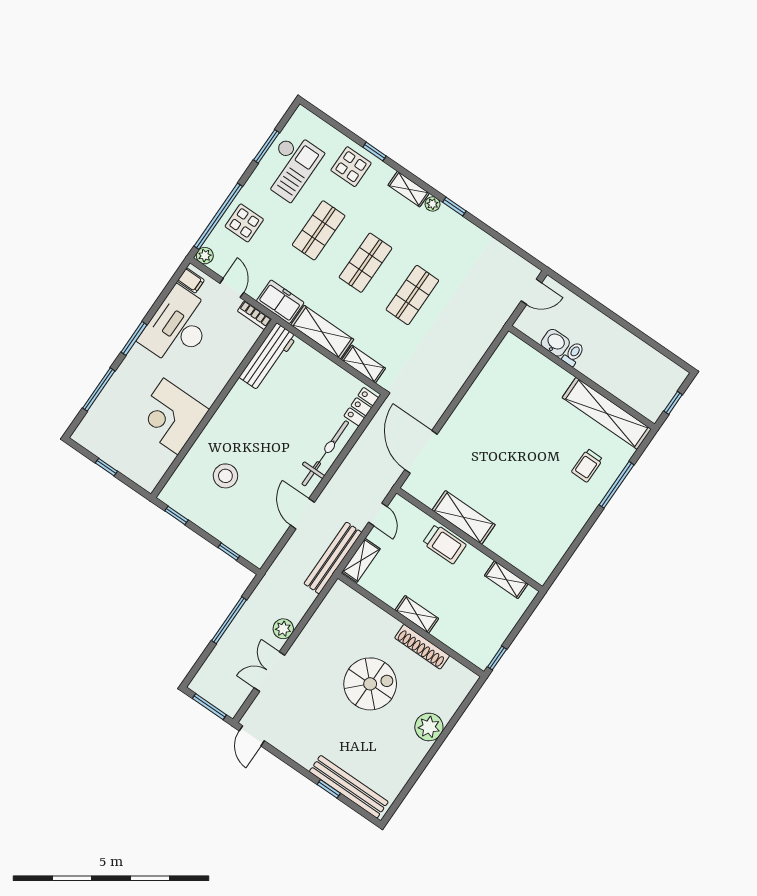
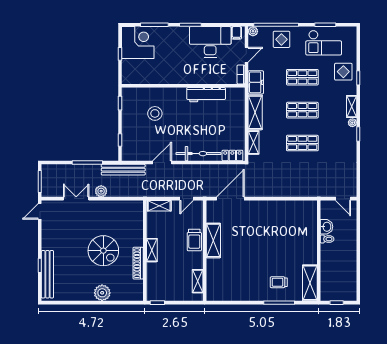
workbench: (268, 357) -> (206, 95), moved
shelving: (607, 413) -> (310, 283), width x0.68
corner desk: (171, 416) -> (138, 43), moved, turned 90
bench: (333, 558) -> (123, 170), moved

